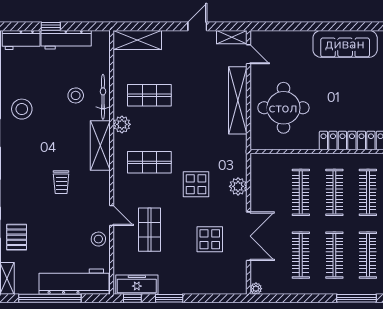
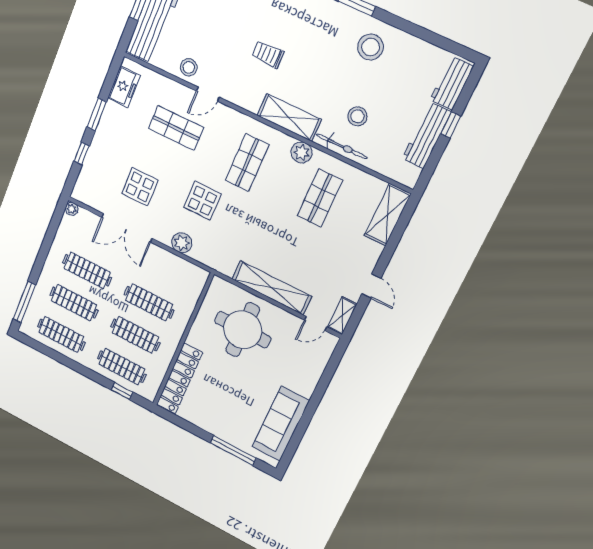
freezer: (137, 285) -> (124, 87), width x0.71
window: (132, 298) -> (82, 153), moved

